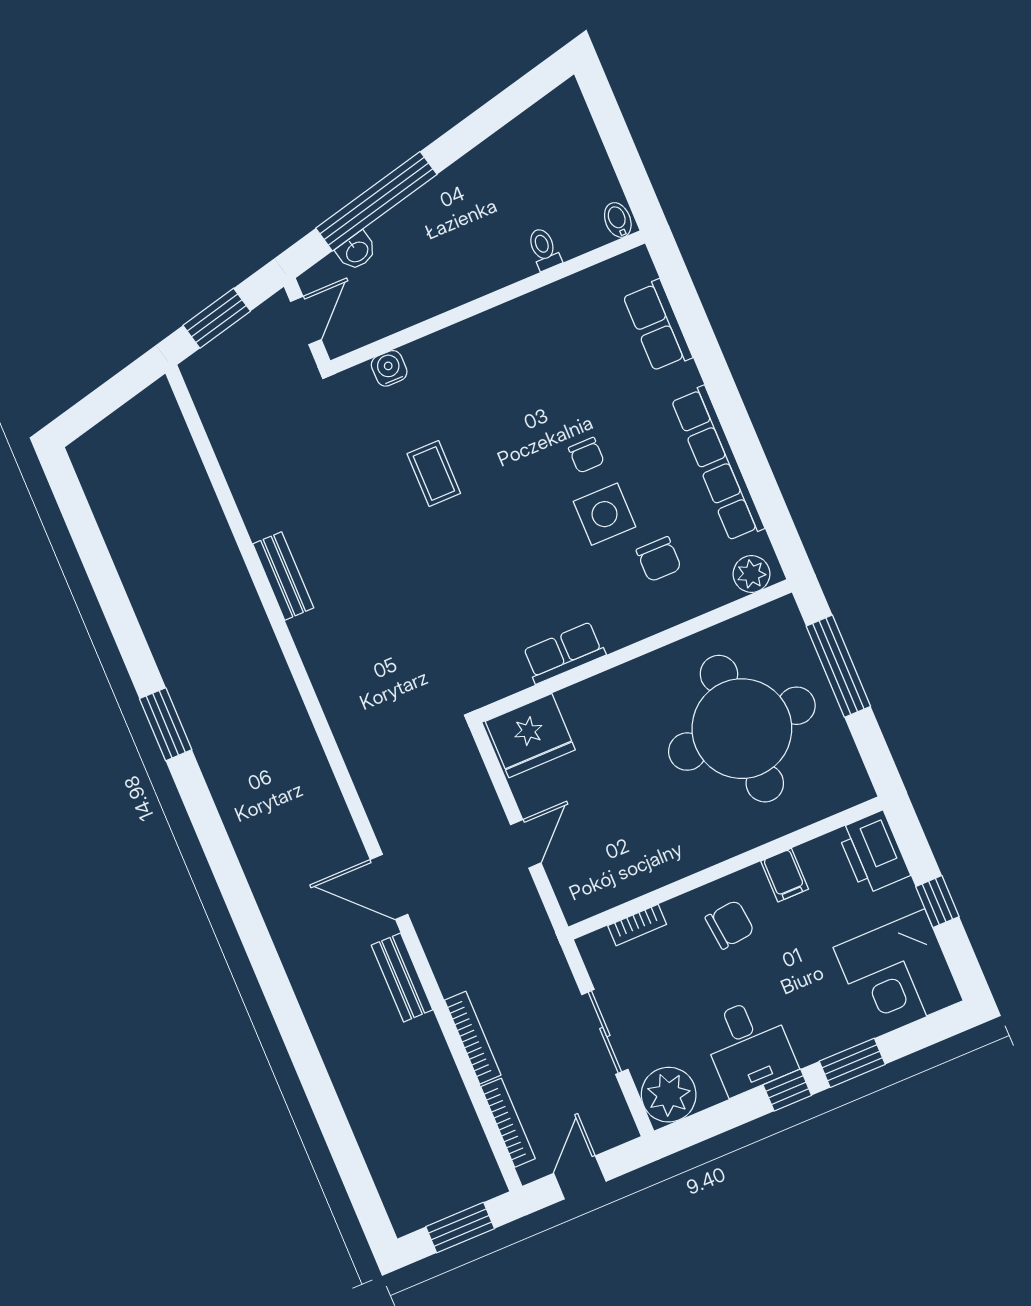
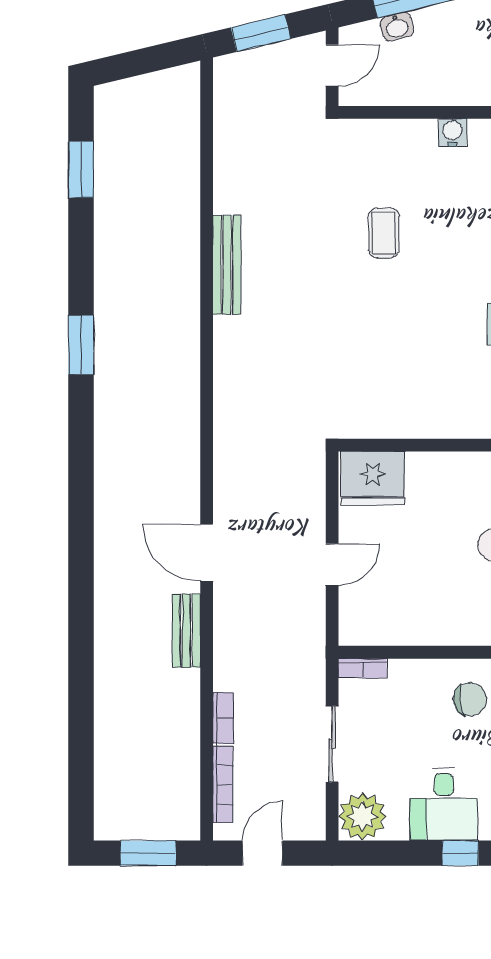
water cooler: (389, 368) -> (452, 132), moved
window: (88, 540) -> (81, 170), added
bench: (283, 576) -> (227, 265), width x1.36
row of seats: (564, 653) -> (428, 423), removed
bookcase: (637, 925) -> (363, 668), moved
bookcase: (473, 1038) -> (223, 718), width x0.64

